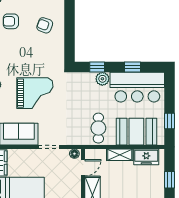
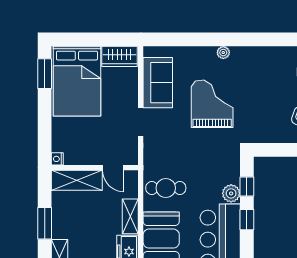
window: (133, 67) -> (247, 220), moved
grand piano: (35, 93) -> (212, 104), turned 180
floor lamp: (74, 154) -> (132, 156), removed

